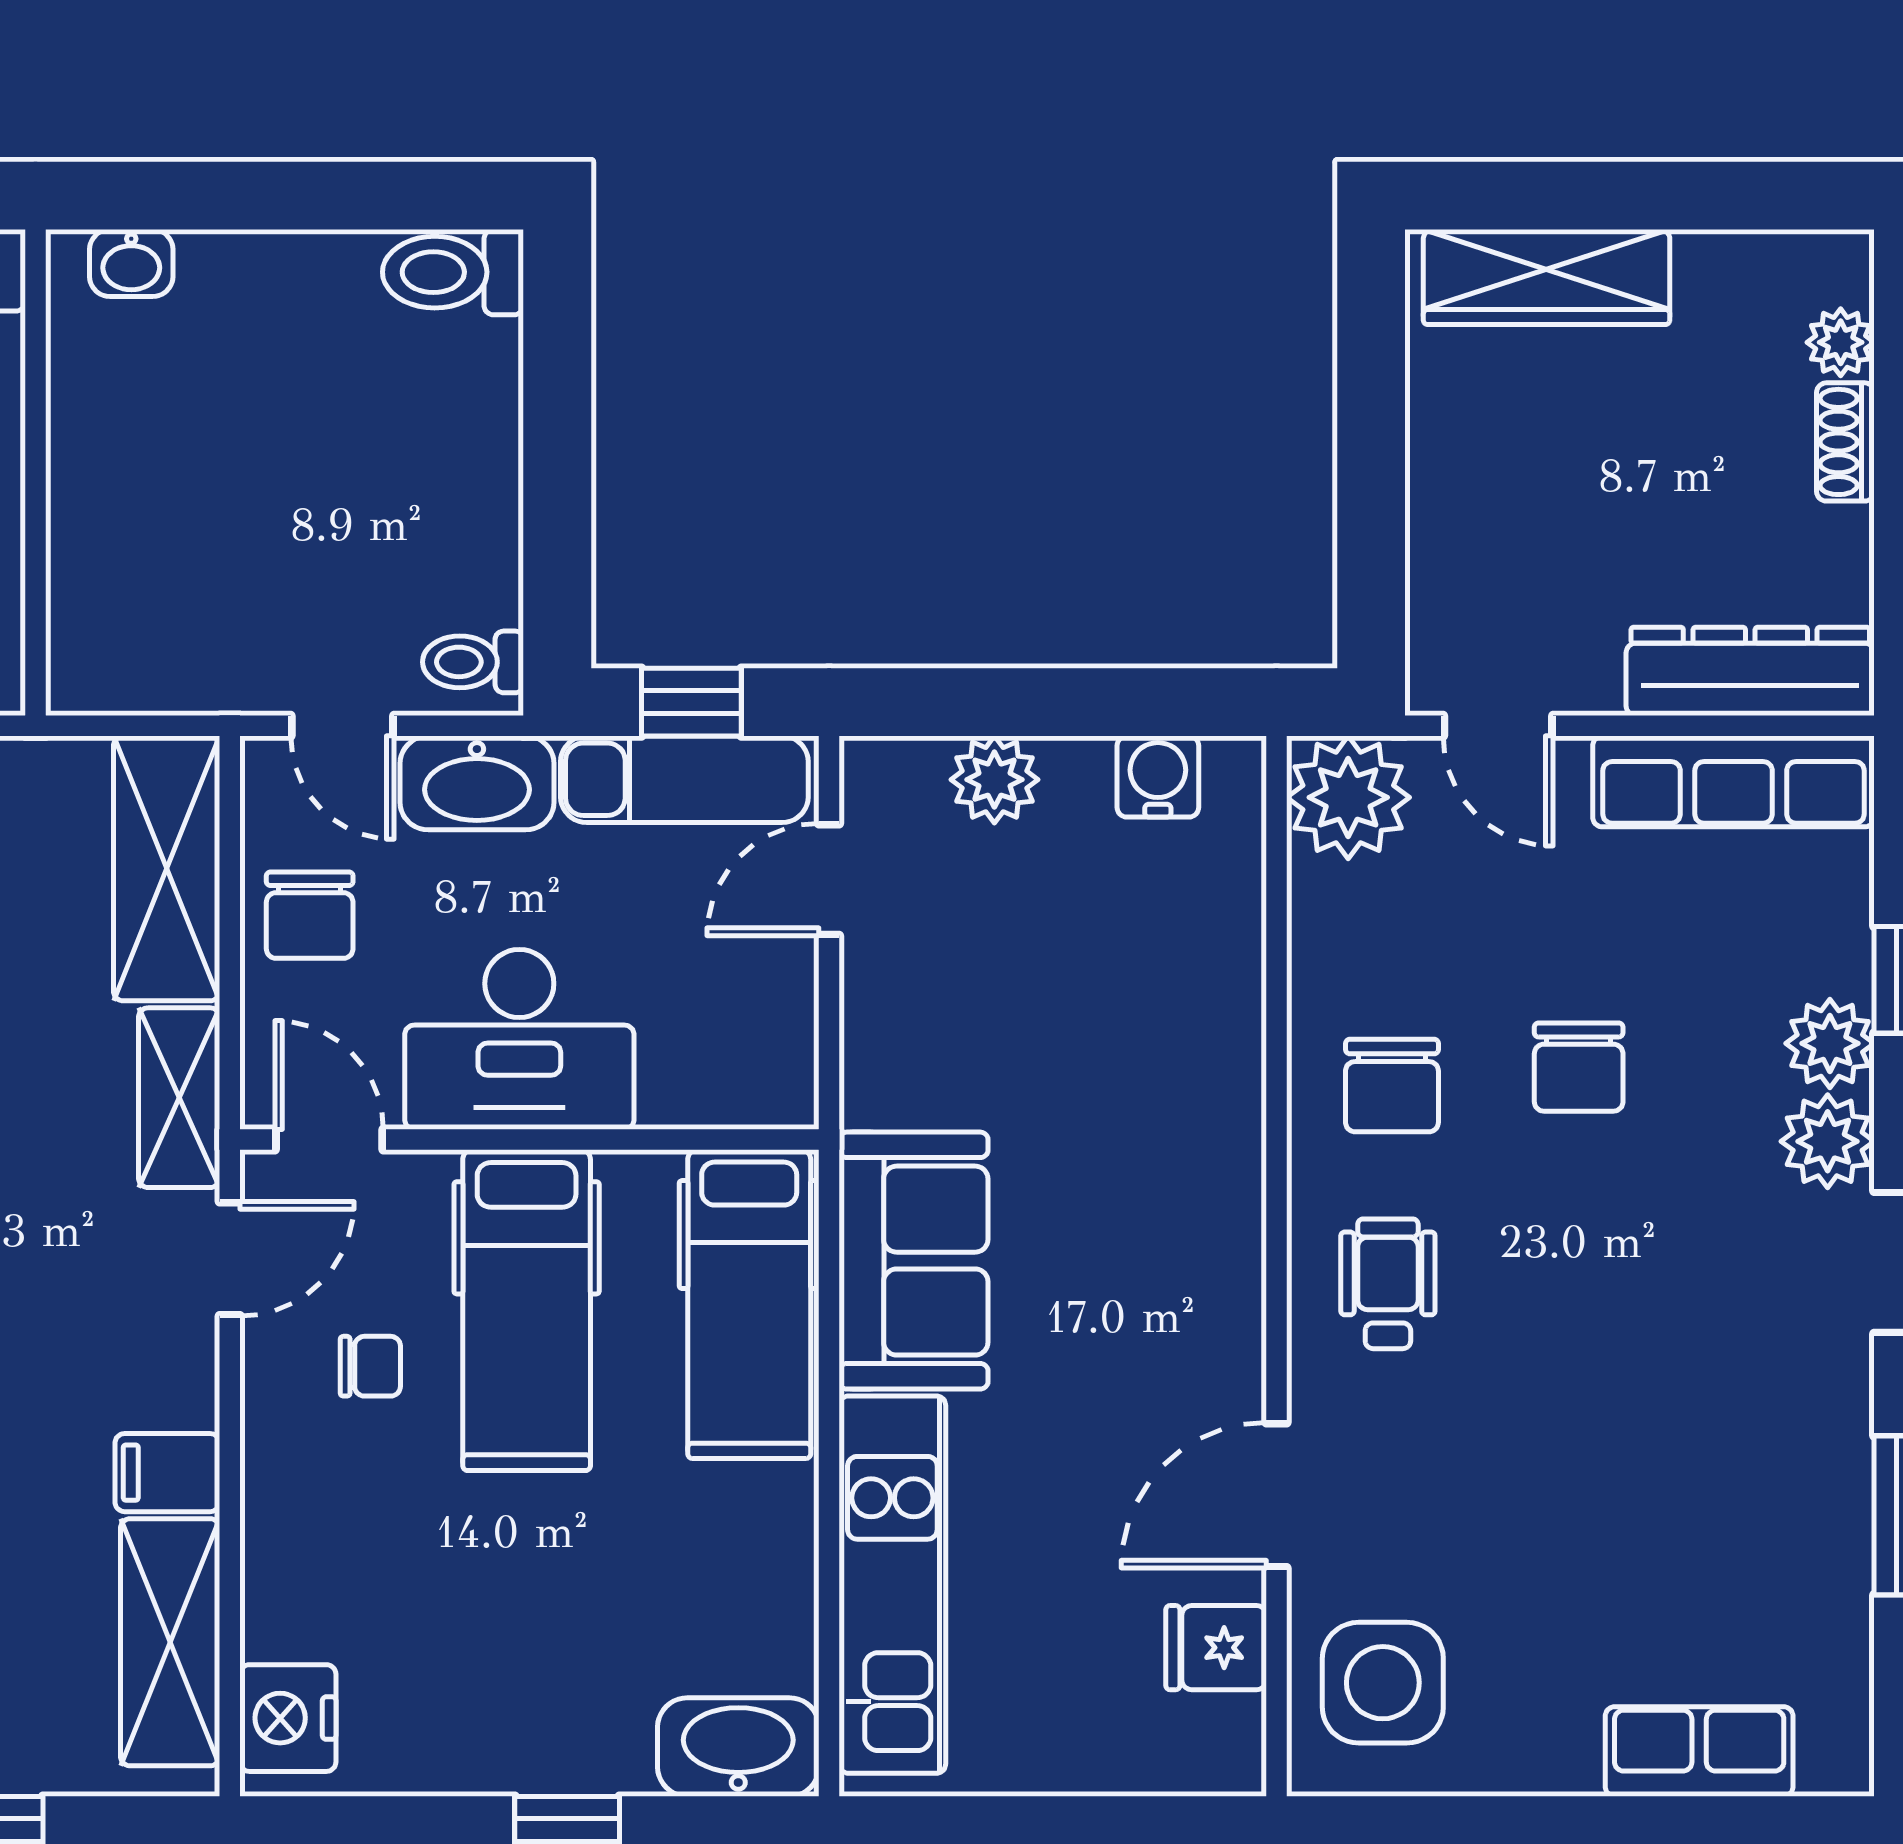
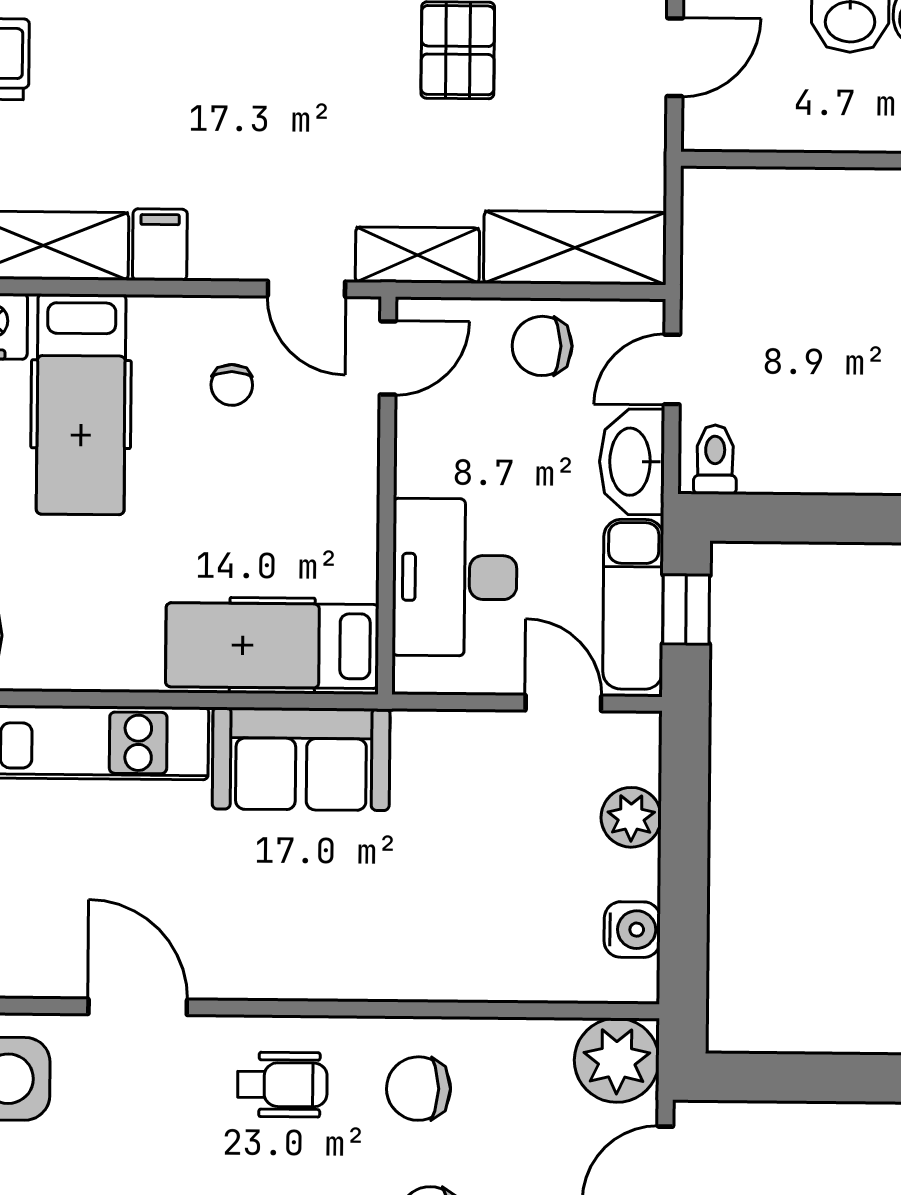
desk: (519, 1039) -> (455, 577), moved
hospital bed: (527, 1310) -> (81, 404), moved, turned -90
fridge: (1216, 1648) -> (33, 964), removed

